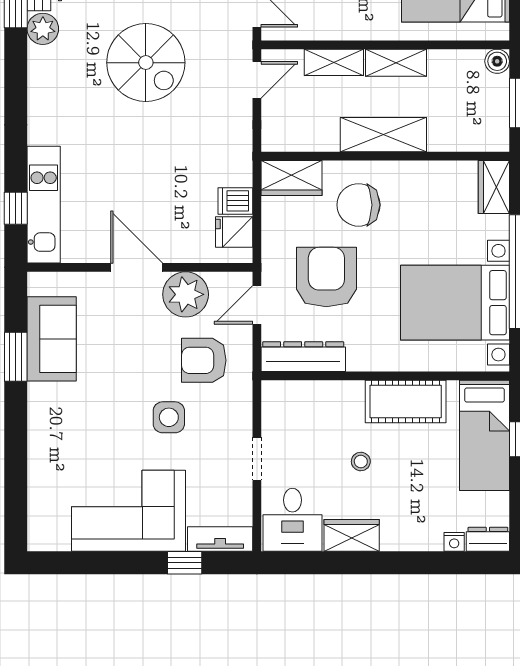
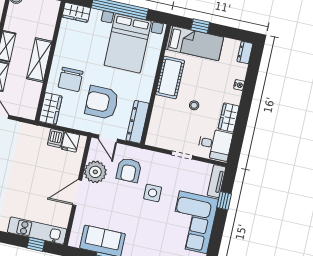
nightstand: (454, 542) -> (239, 85), moved

